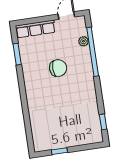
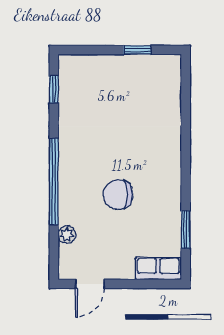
row of seats: (35, 29) -> (158, 269), width x0.68
window: (93, 52) -> (54, 182), moved

